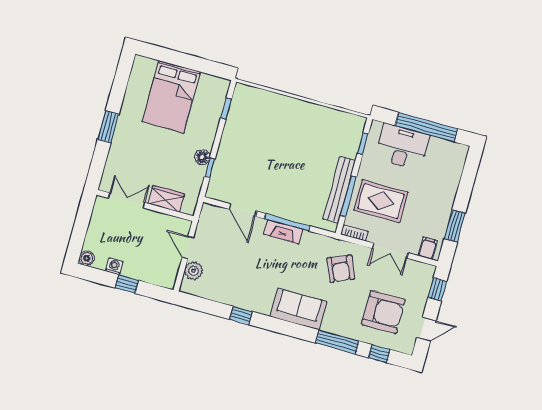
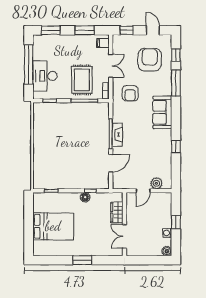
window: (469, 175) -> (51, 30), added
bench: (339, 190) -> (82, 107), removed
armchair: (341, 269) -> (130, 93), turned 113

